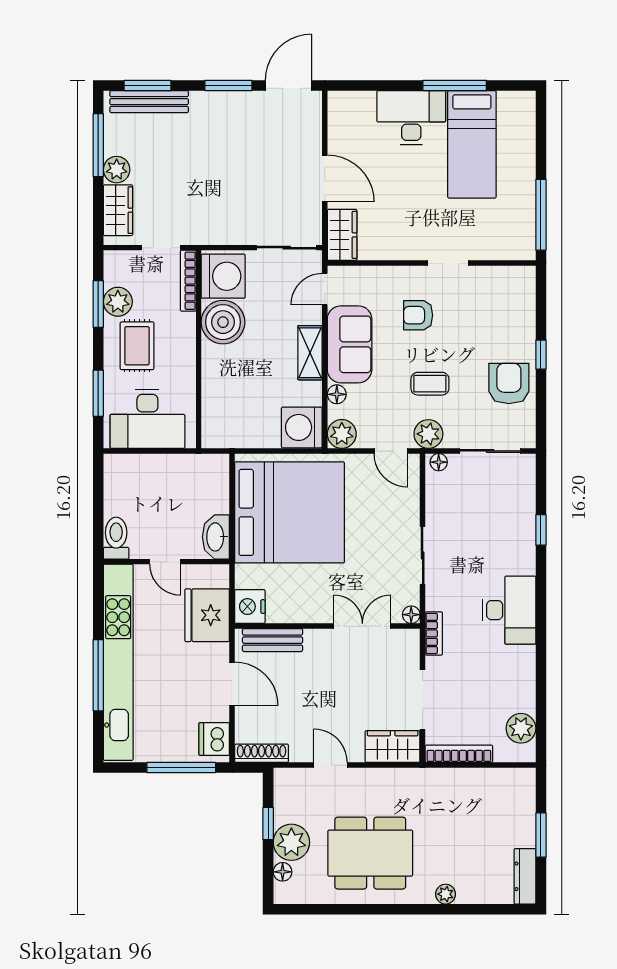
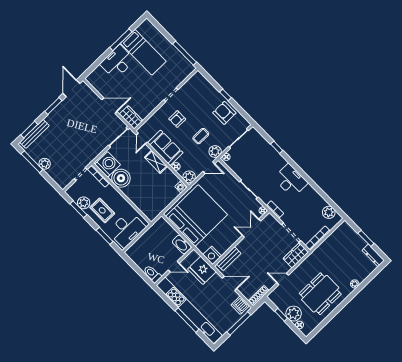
wardrobe: (118, 210) -> (57, 175), removed
washing machine: (302, 427) -> (181, 187), width x0.53, depth x0.53

